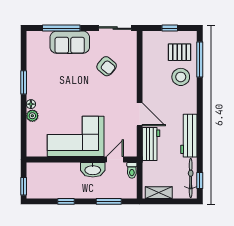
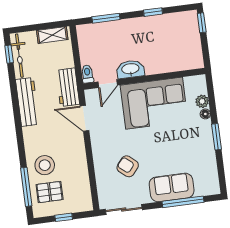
corner sofa: (76, 136) -> (154, 103), moved
wall: (82, 159) -> (144, 79), moved
door: (115, 159) -> (108, 84), moved
washbasin: (93, 170) -> (130, 69), moved
toilet: (132, 170) -> (87, 74), moved

